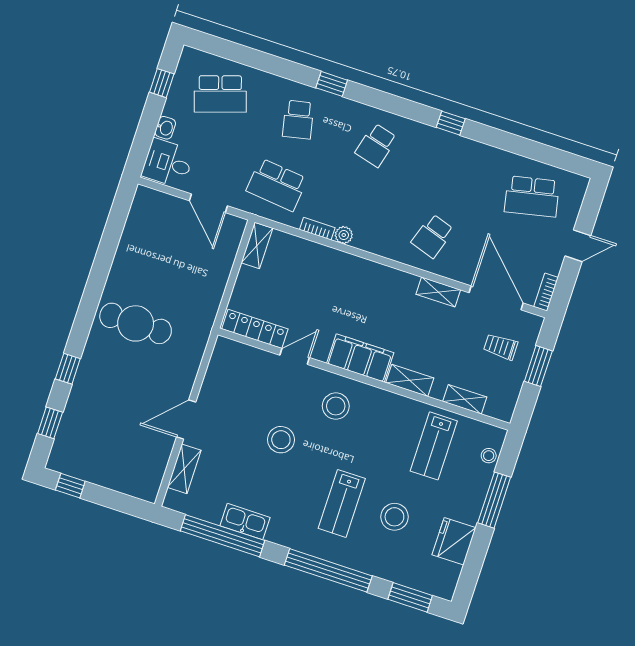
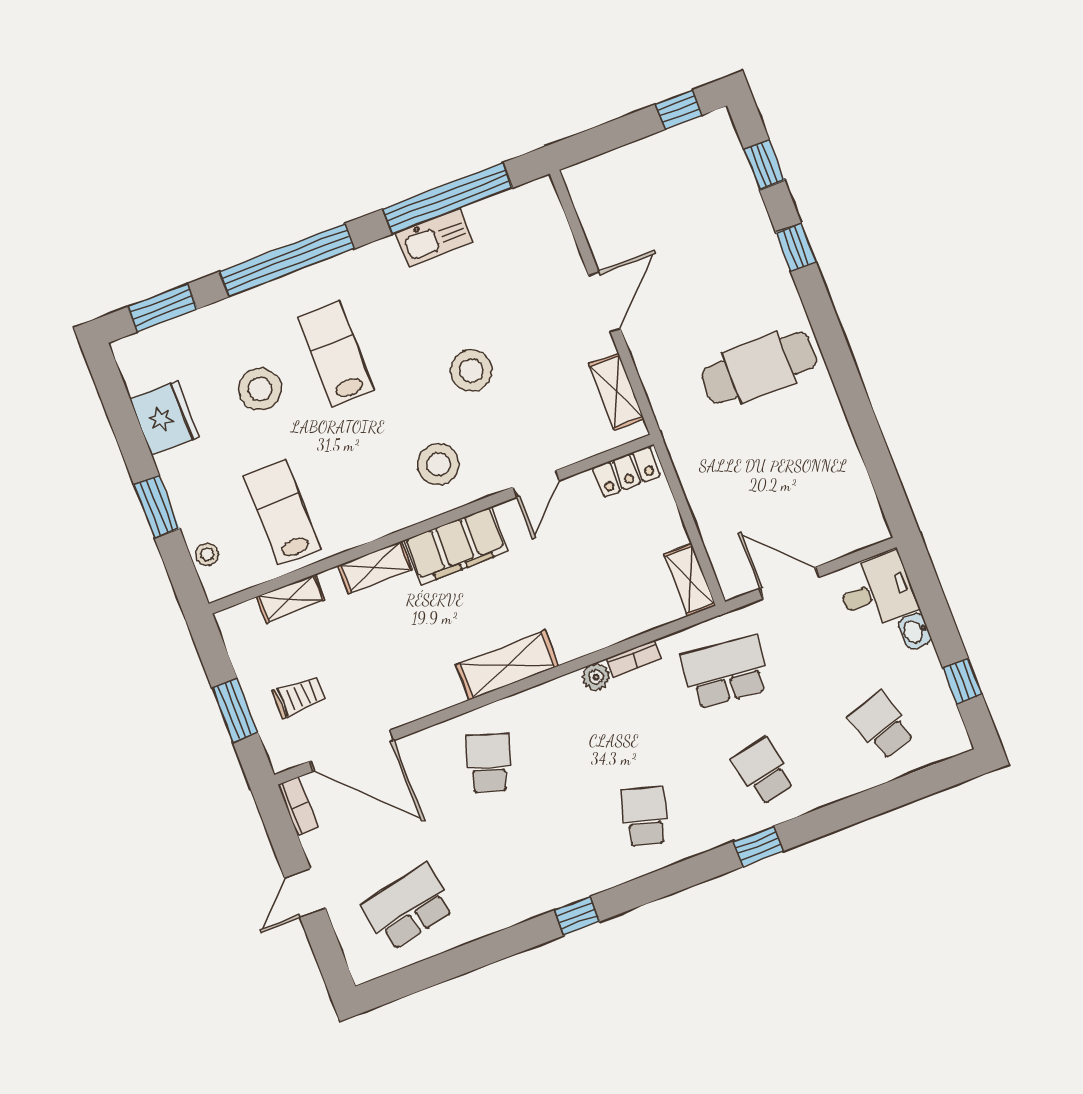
school desk: (220, 94) -> (882, 725), width x0.54
shelving: (438, 292) -> (507, 665), moved, width x1.50, depth x1.33
locker: (255, 329) -> (627, 472), width x0.66
shelving: (184, 469) -> (617, 392), moved
window: (494, 500) -> (157, 507), width x0.69

